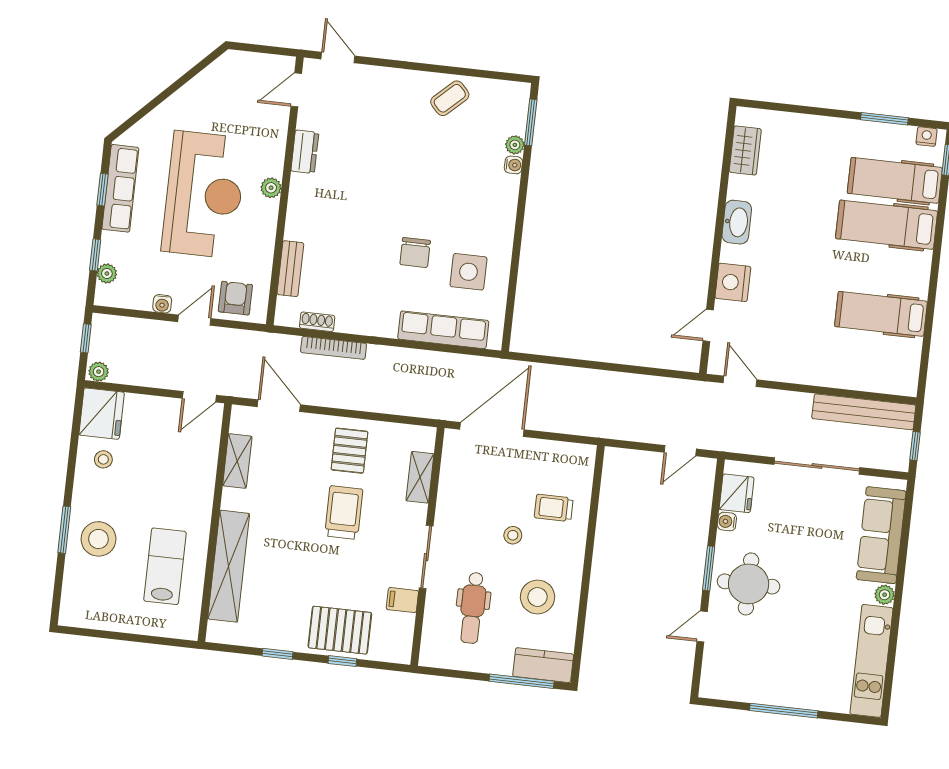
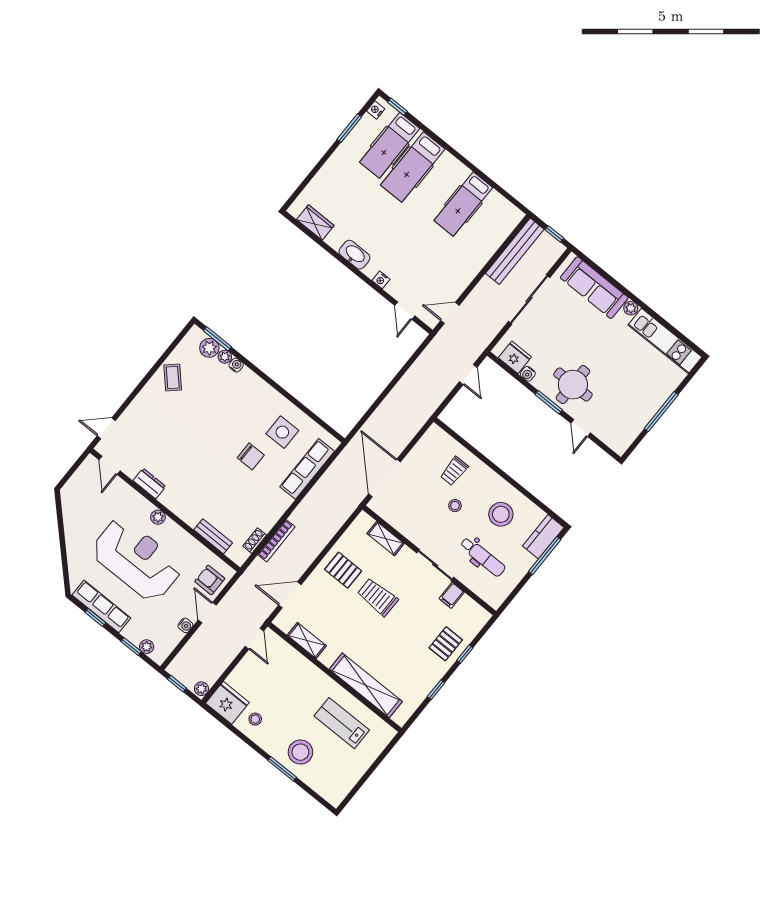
plant: (514, 120) -> (209, 348), added
nightstand: (733, 282) -> (381, 280), width x0.53, depth x0.56
pallet: (340, 630) -> (446, 644), width x0.67, depth x0.71

